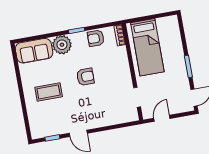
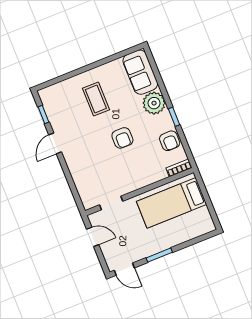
armchair: (96, 38) -> (170, 141), turned 180

